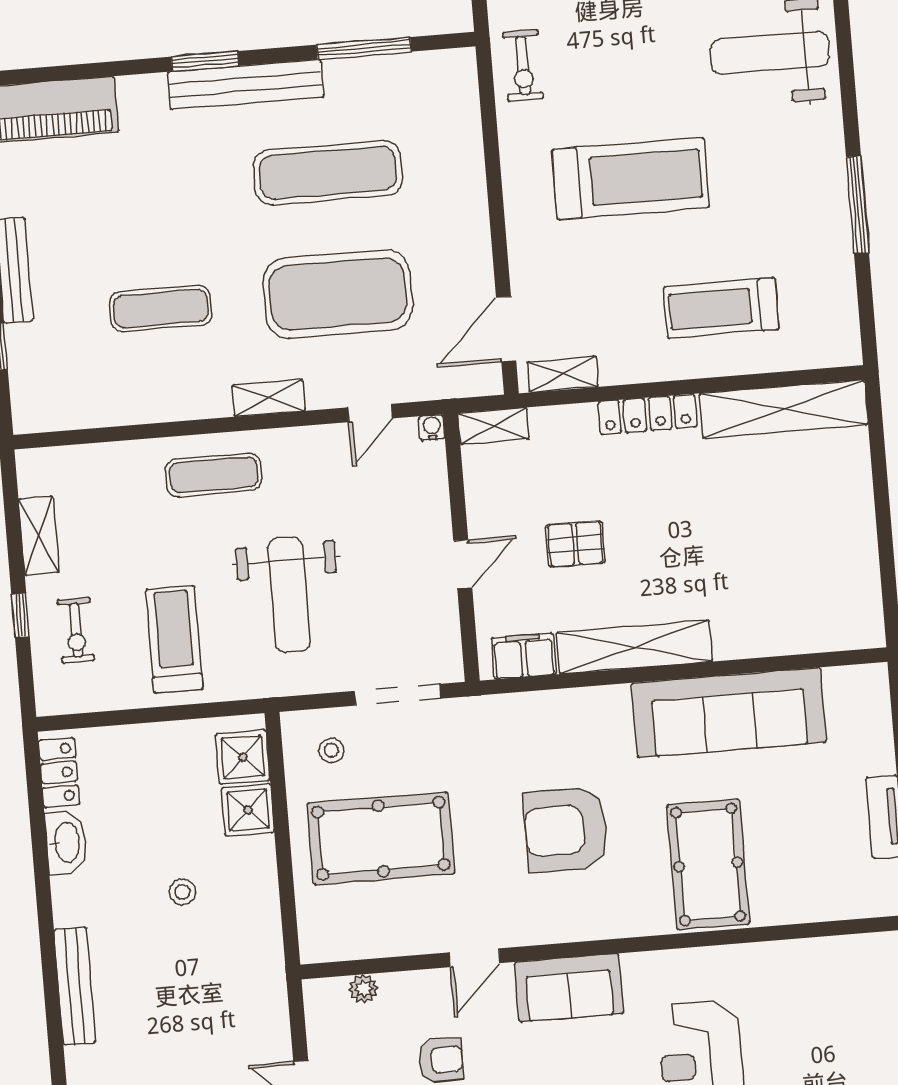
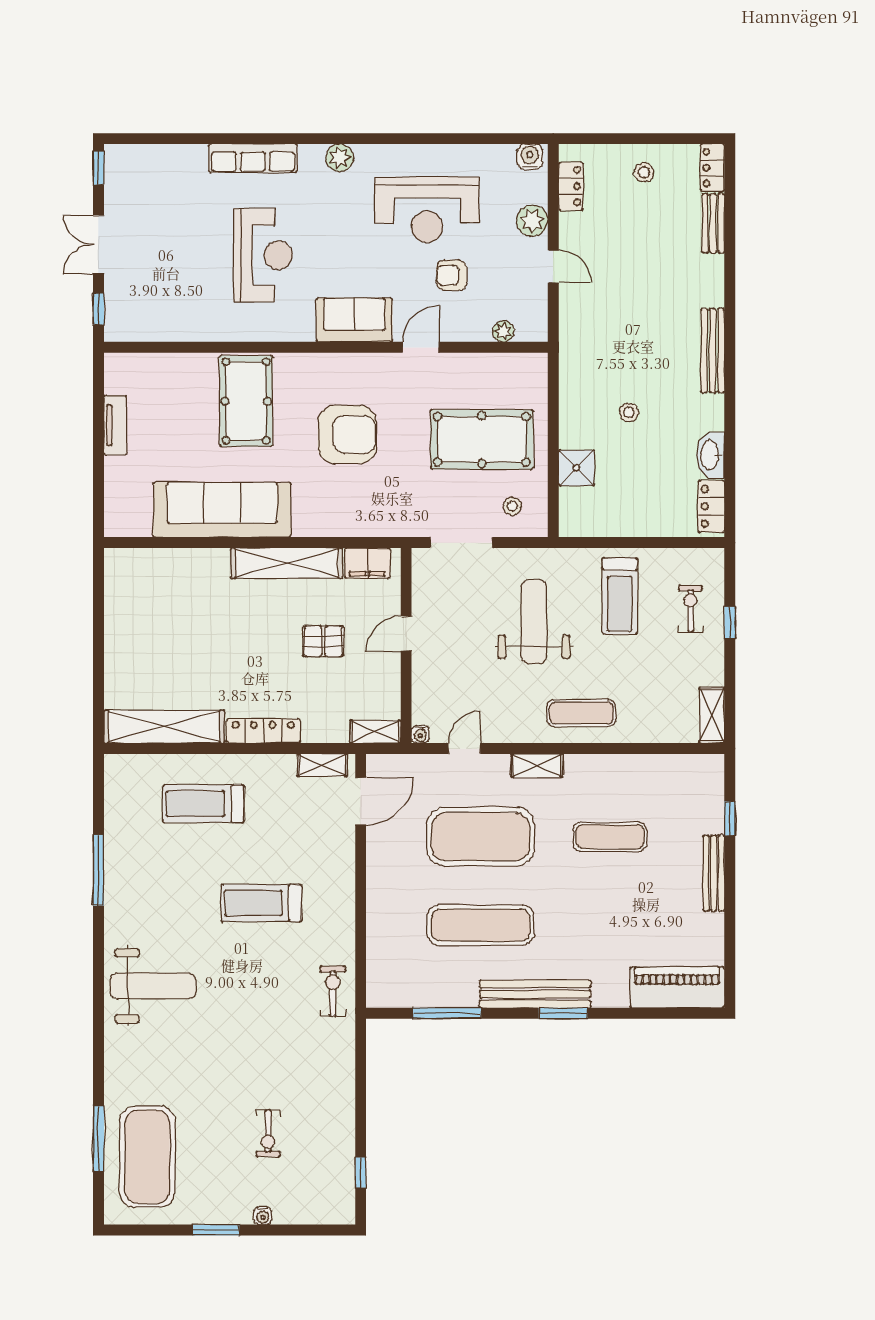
treadmill: (631, 178) -> (261, 903), width x0.73, depth x0.73
treadmill: (721, 308) -> (203, 804), turned 180
shelving: (39, 536) -> (712, 715), moved
shower: (243, 757) -> (577, 506), removed

